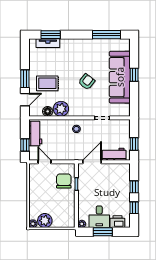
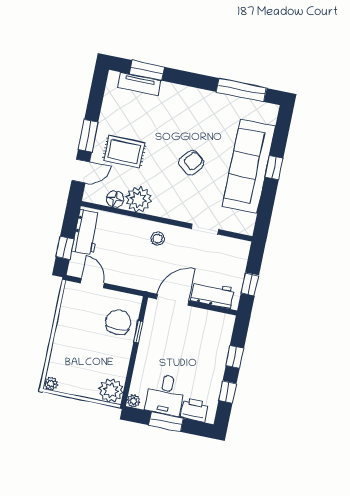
plant: (45, 221) -> (111, 390), moved

